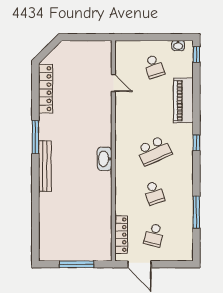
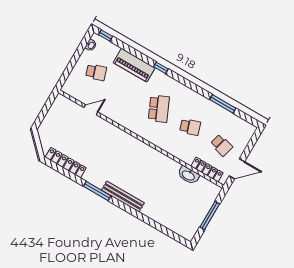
window: (196, 143) -> (161, 68), moved
washbasin: (105, 159) -> (188, 175), moved

